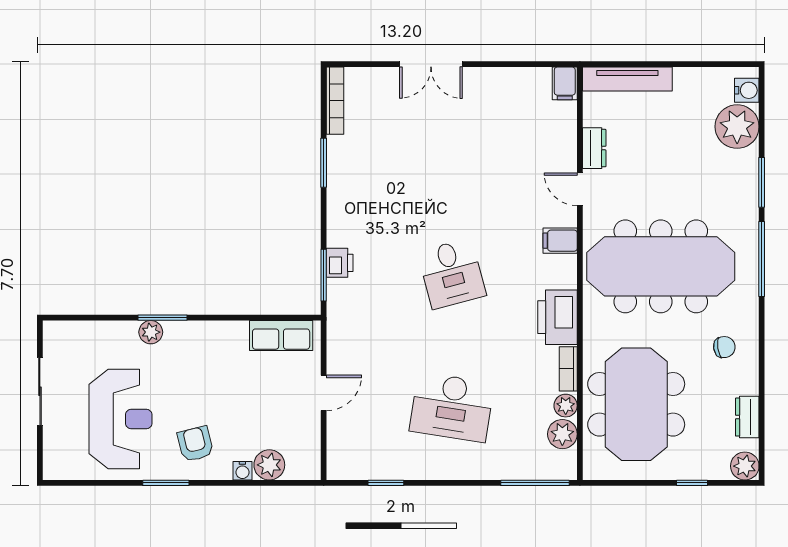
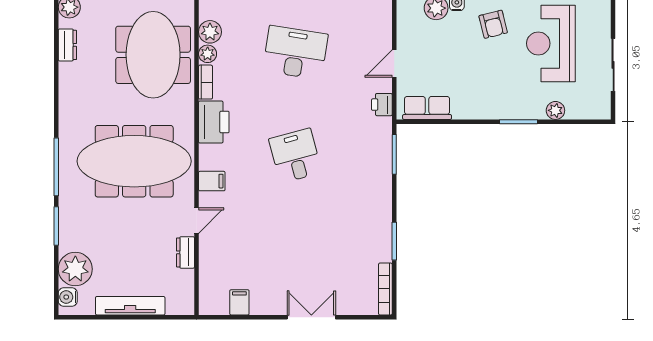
tv unit: (627, 79) -> (130, 306), moved
filing cabinet: (565, 83) -> (239, 302), moved
door: (580, 189) -> (197, 221), hinge flipped
printer: (340, 263) -> (382, 105), moved
plant: (151, 332) -> (555, 110), moved
chair: (724, 347) -> (85, 99), removed

